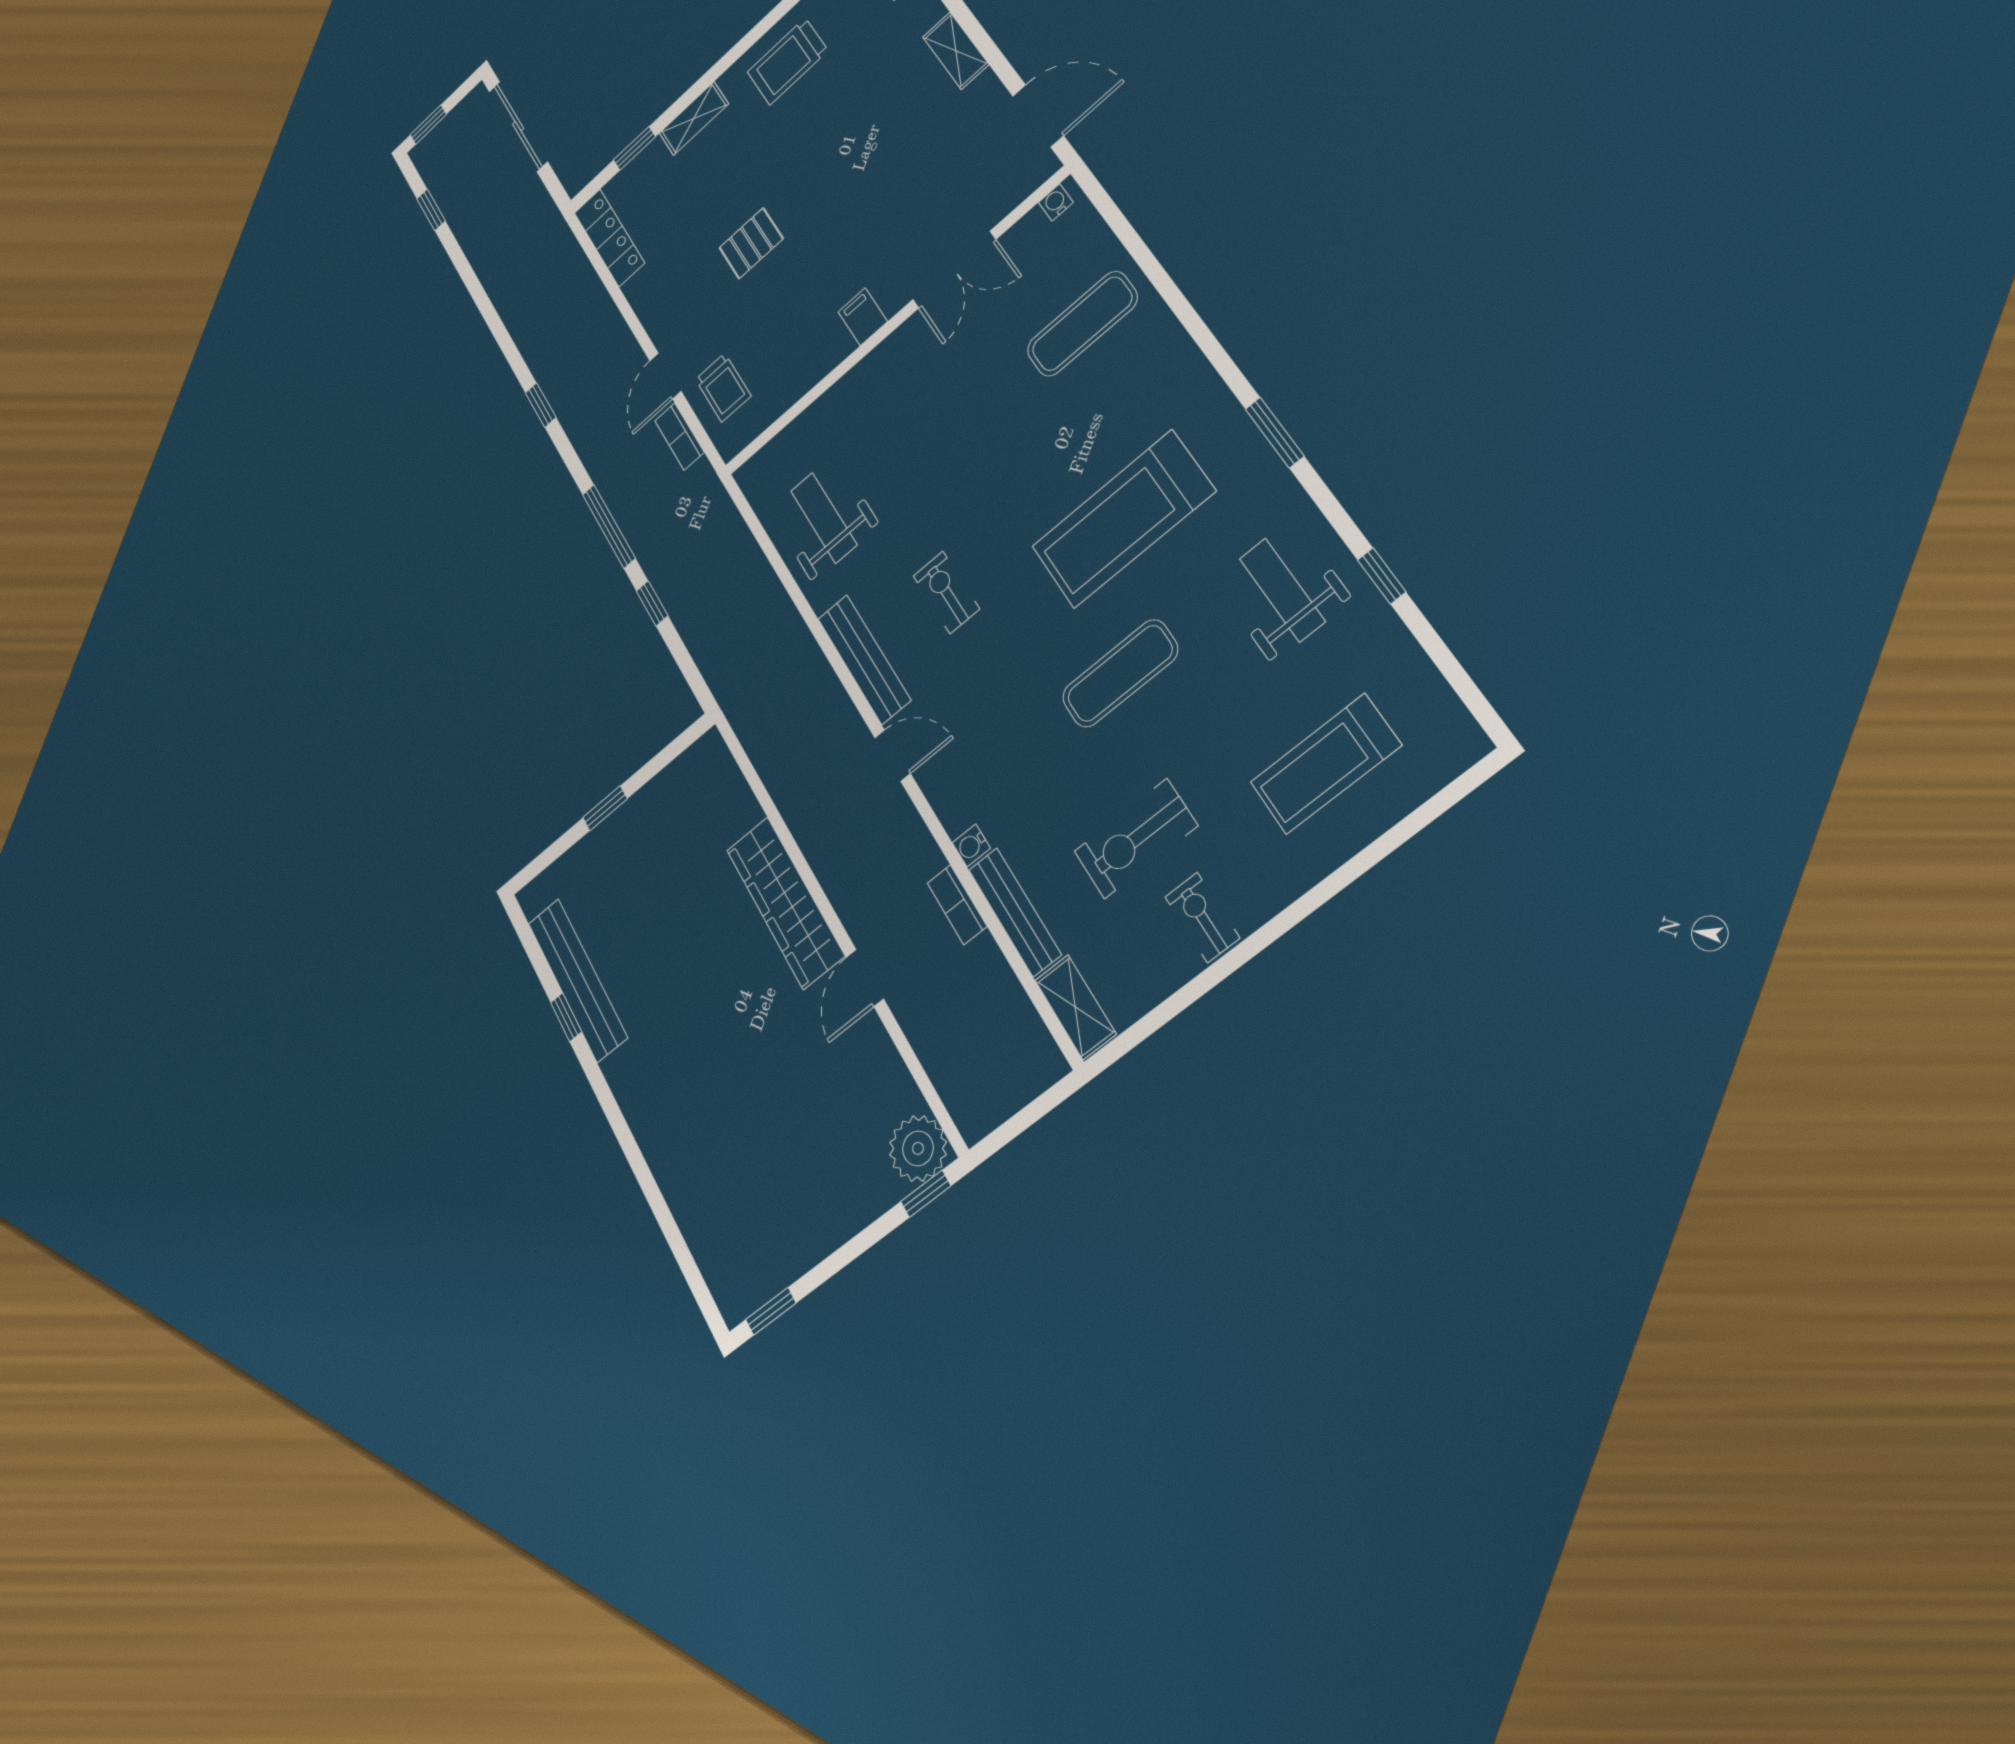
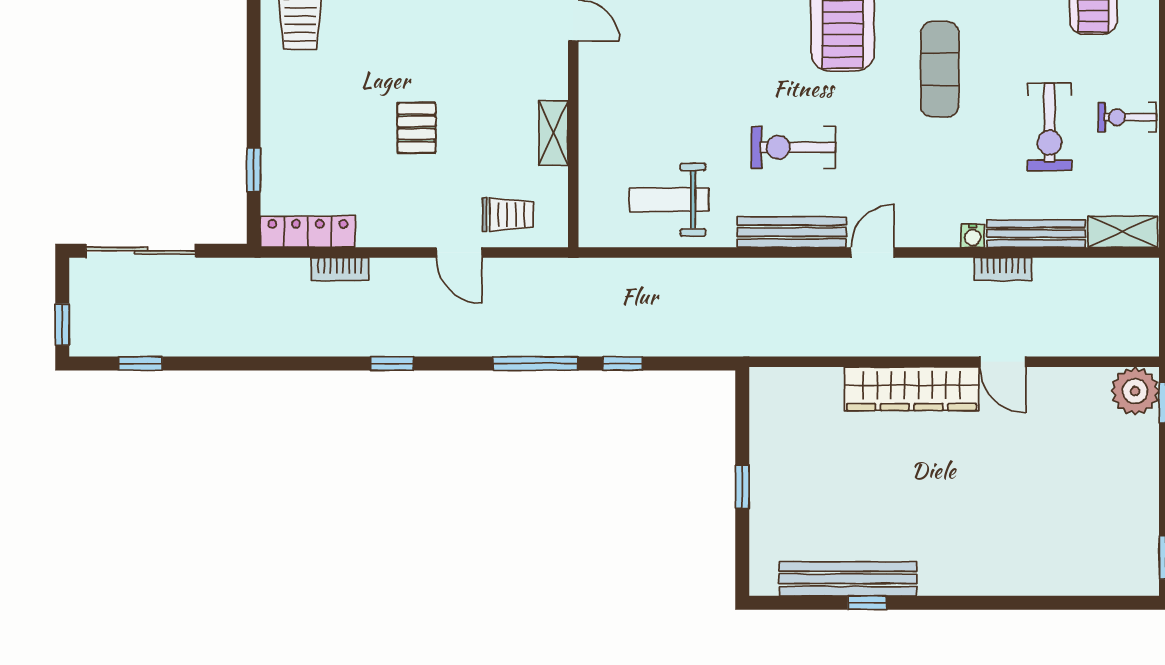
shelving: (694, 119) -> (553, 133), moved
filing cabinet: (863, 317) -> (548, 83), removed
bookcase: (679, 436) -> (340, 269), moved
exercise bike: (946, 592) -> (793, 147), width x1.38, depth x1.39

